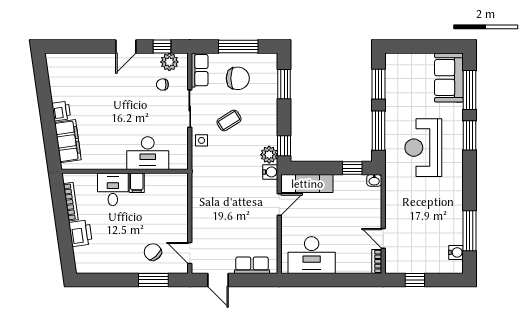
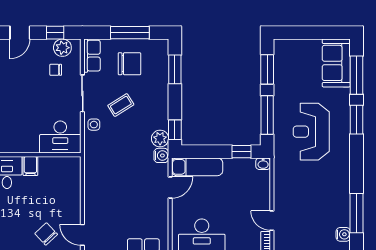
desk: (148, 153) -> (60, 137), moved

